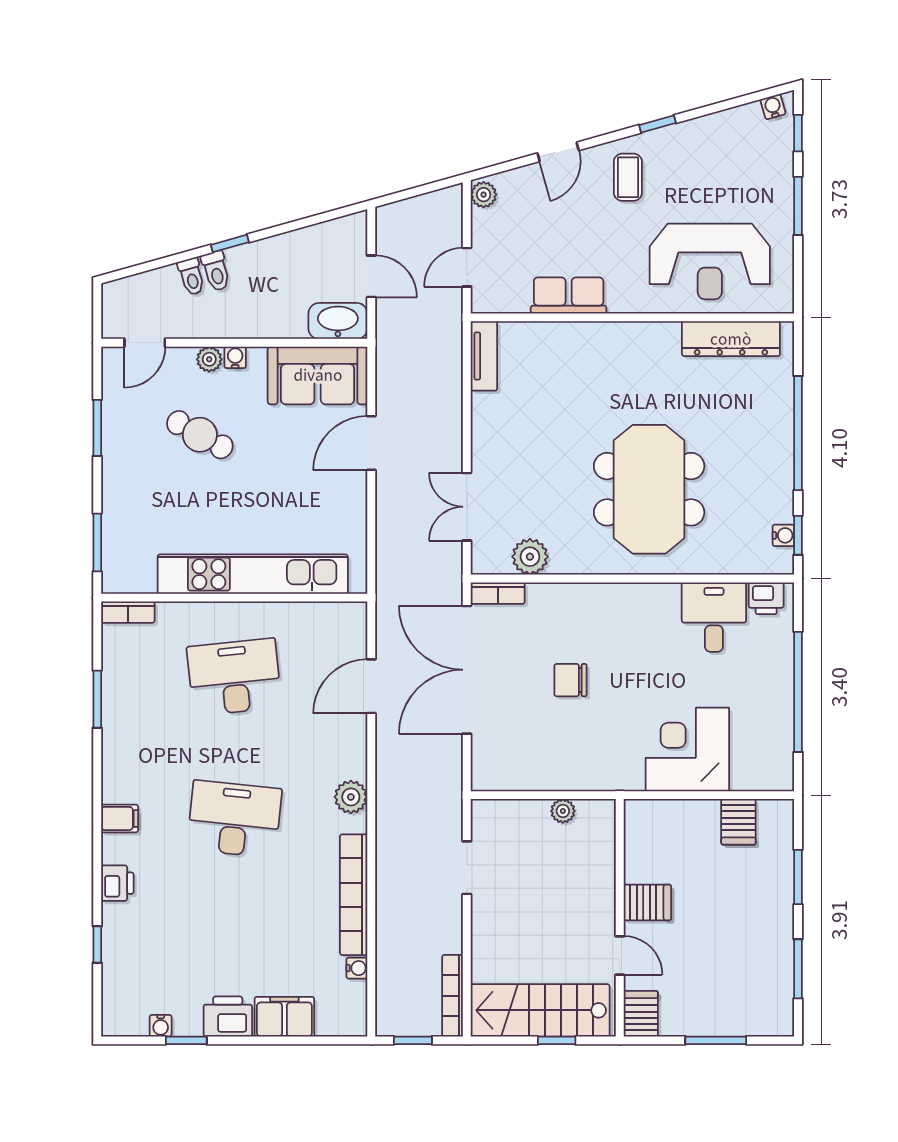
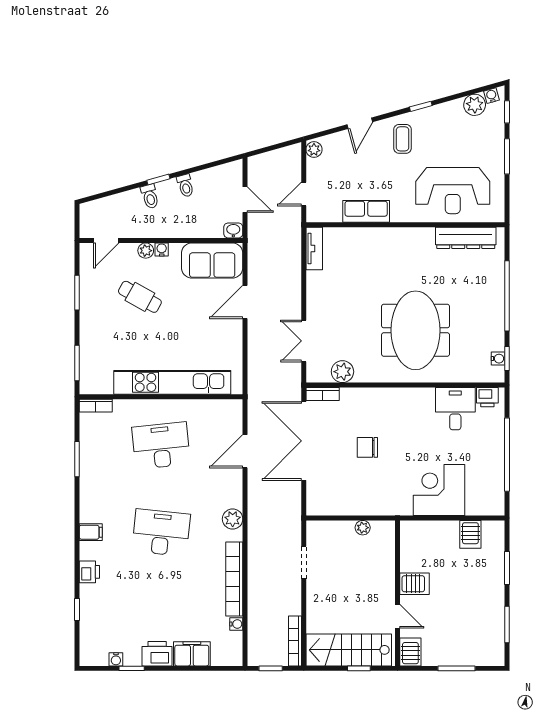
plant: (745, 122) -> (475, 105), added
toilet: (191, 276) -> (185, 186), moved
washbasin: (338, 321) -> (233, 230), width x0.52, depth x0.69

